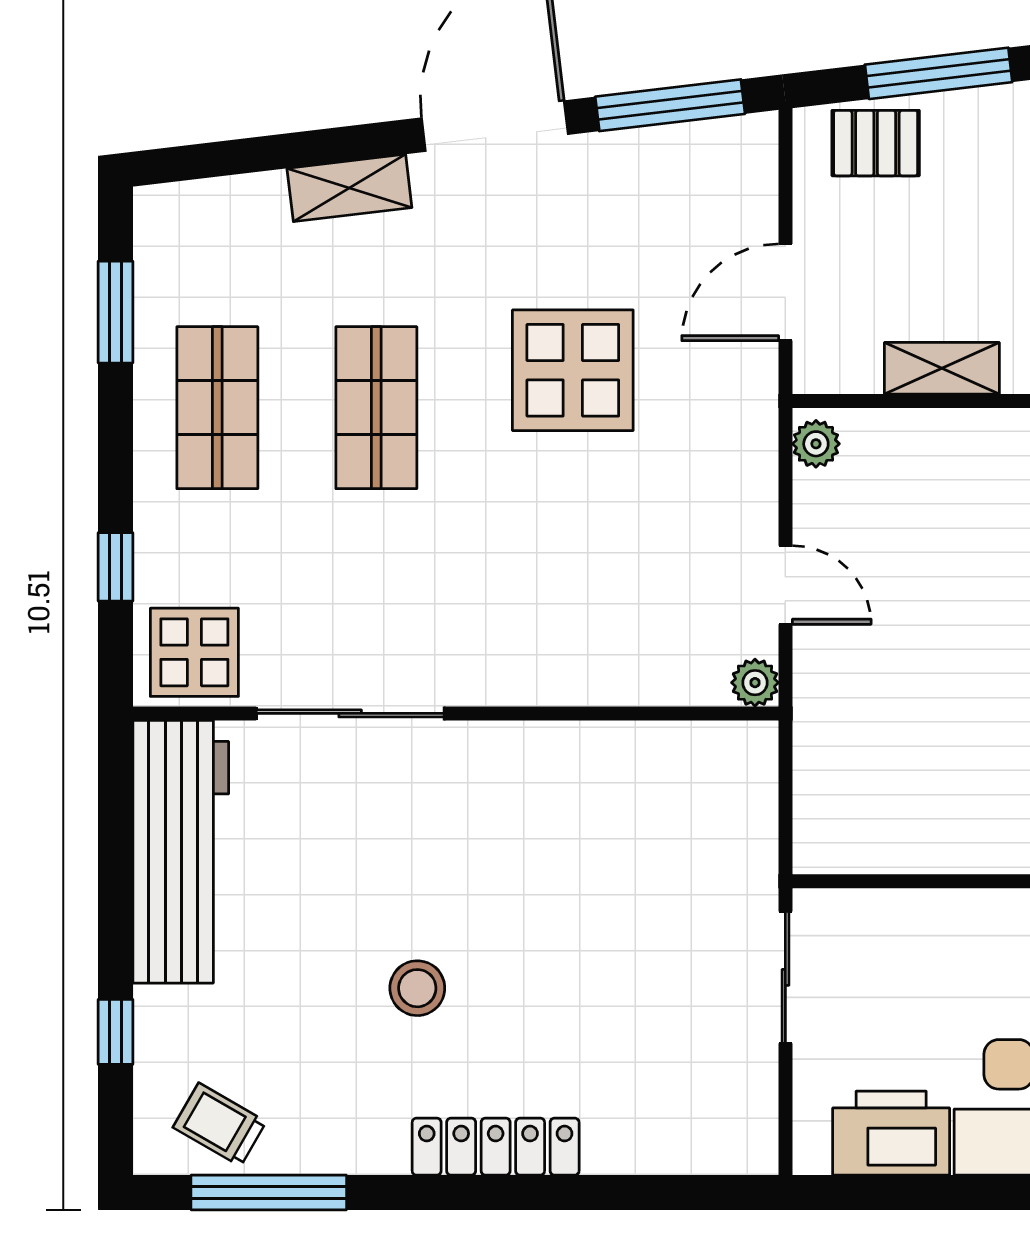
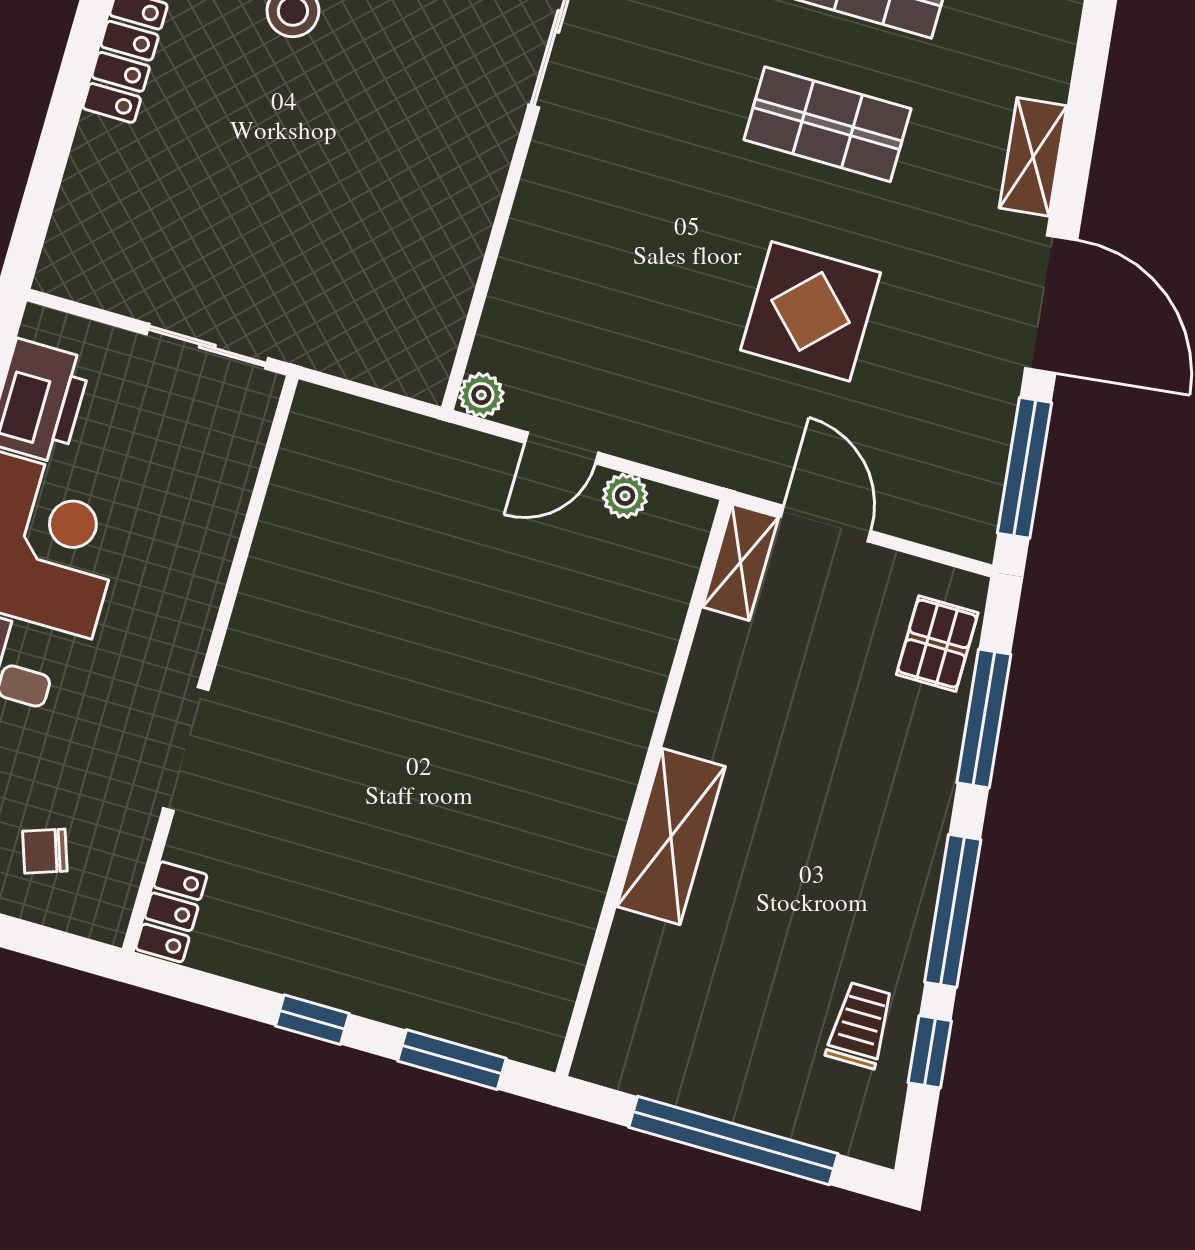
shelving: (942, 368) -> (741, 562), moved
plant: (816, 444) -> (625, 496), moved

